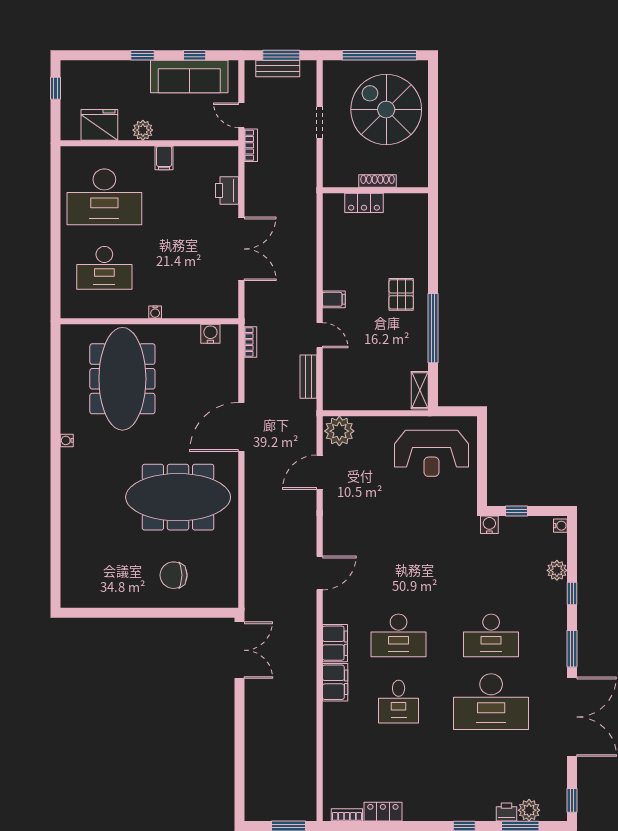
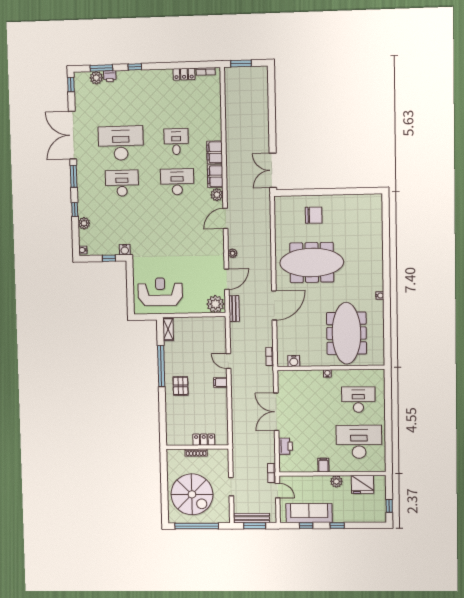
bench: (278, 68) -> (252, 518), width x1.36
bench: (308, 377) -> (234, 309), moved
plant: (309, 515) -> (233, 253), added
plant: (333, 612) -> (217, 195), added

